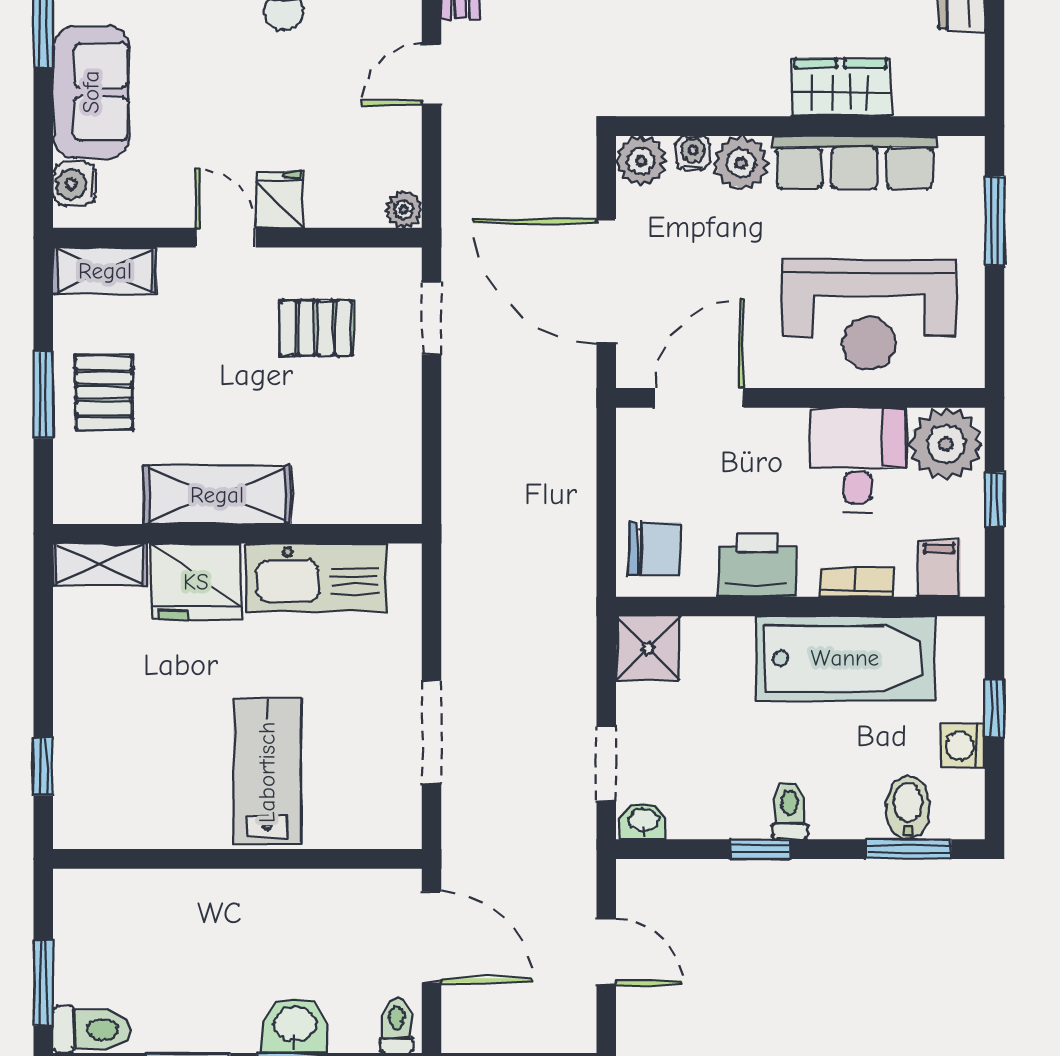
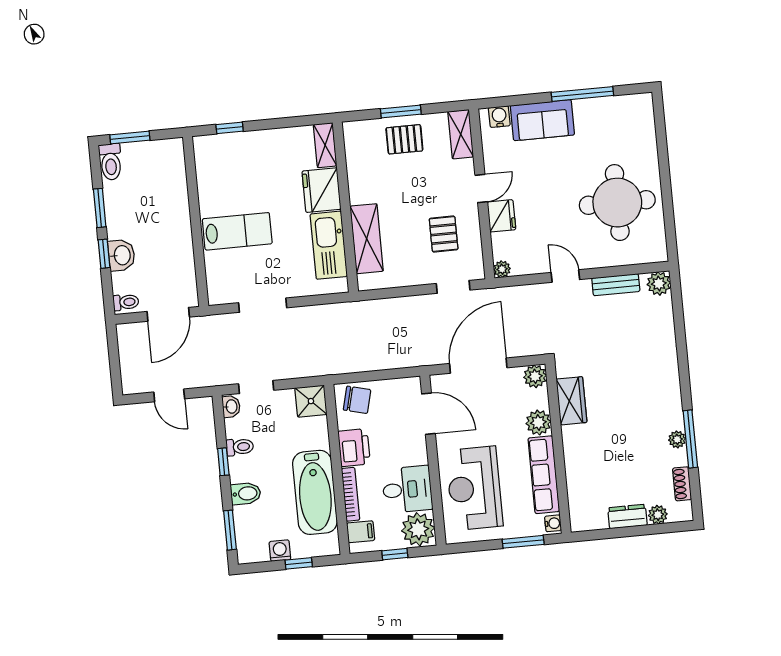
wardrobe: (840, 87) -> (571, 401), moved
water cooler: (693, 153) -> (553, 523), moved
fridge: (280, 200) -> (501, 216), width x1.38
shelving: (217, 495) -> (367, 239), moved
chair: (655, 549) -> (357, 400), turned -76
bookcase: (857, 582) -> (351, 494), width x1.56
bidet: (908, 808) -> (246, 494), moved
toilet: (790, 811) -> (240, 447), moved
door: (606, 952) -> (169, 395), hinge flipped

